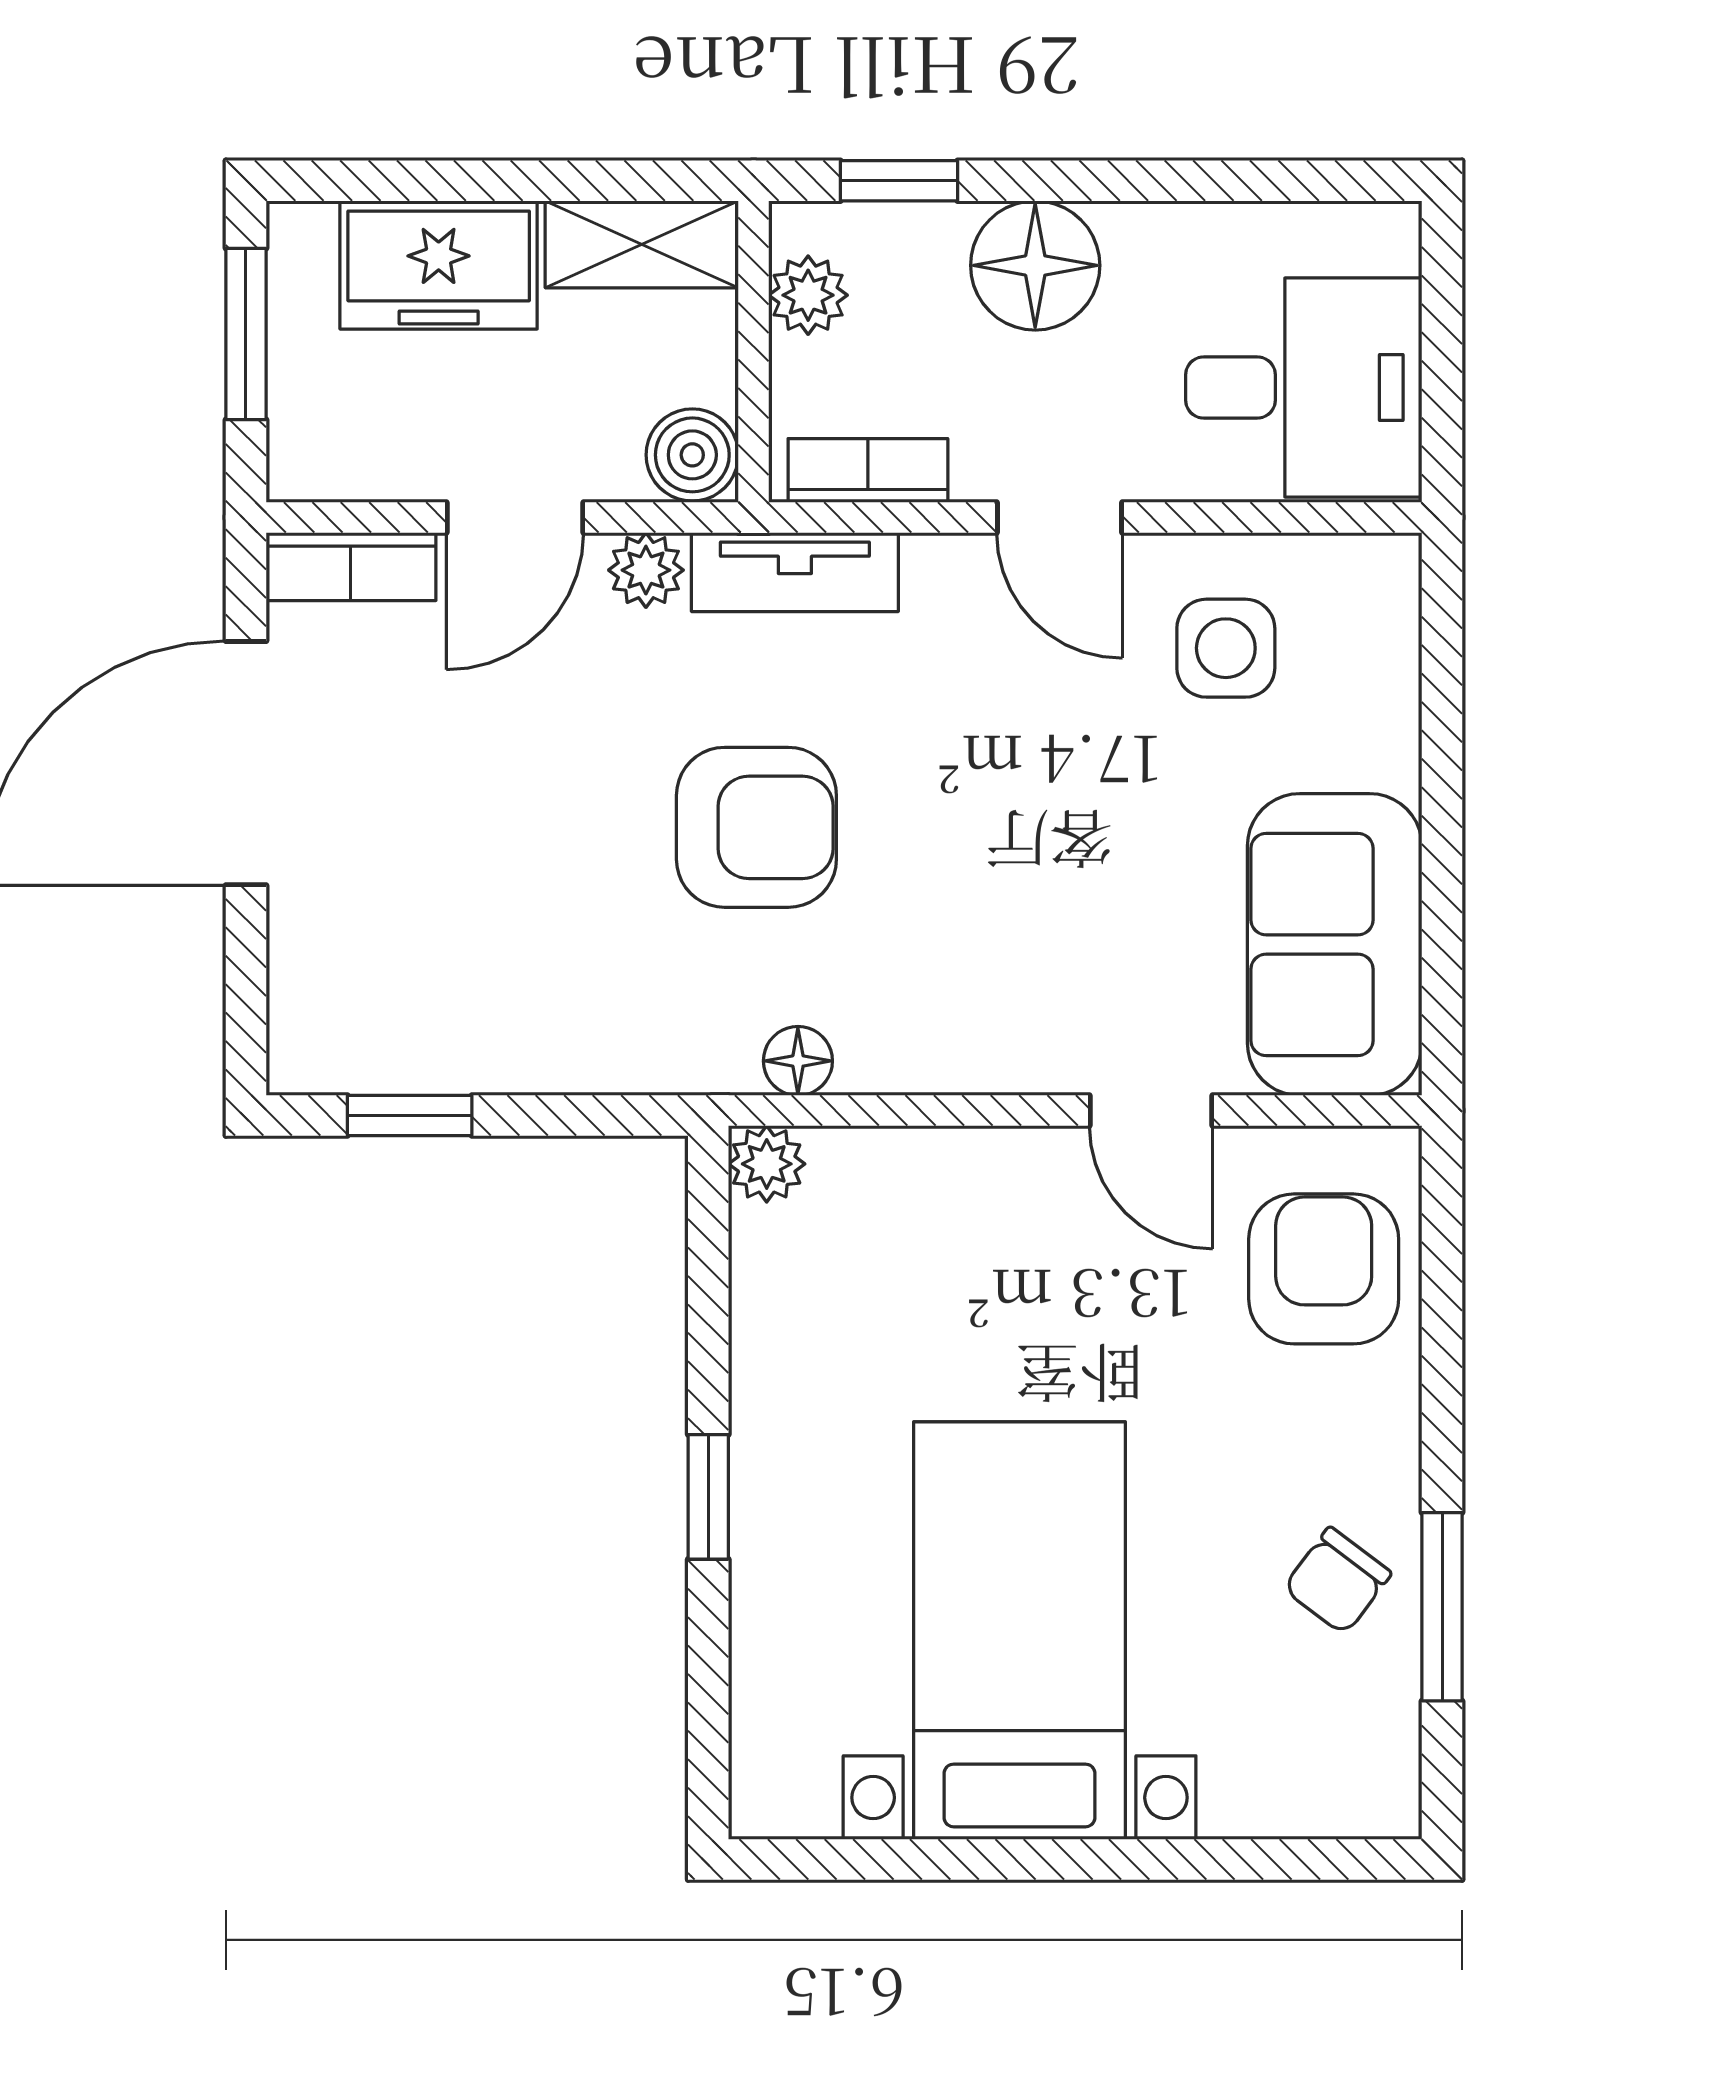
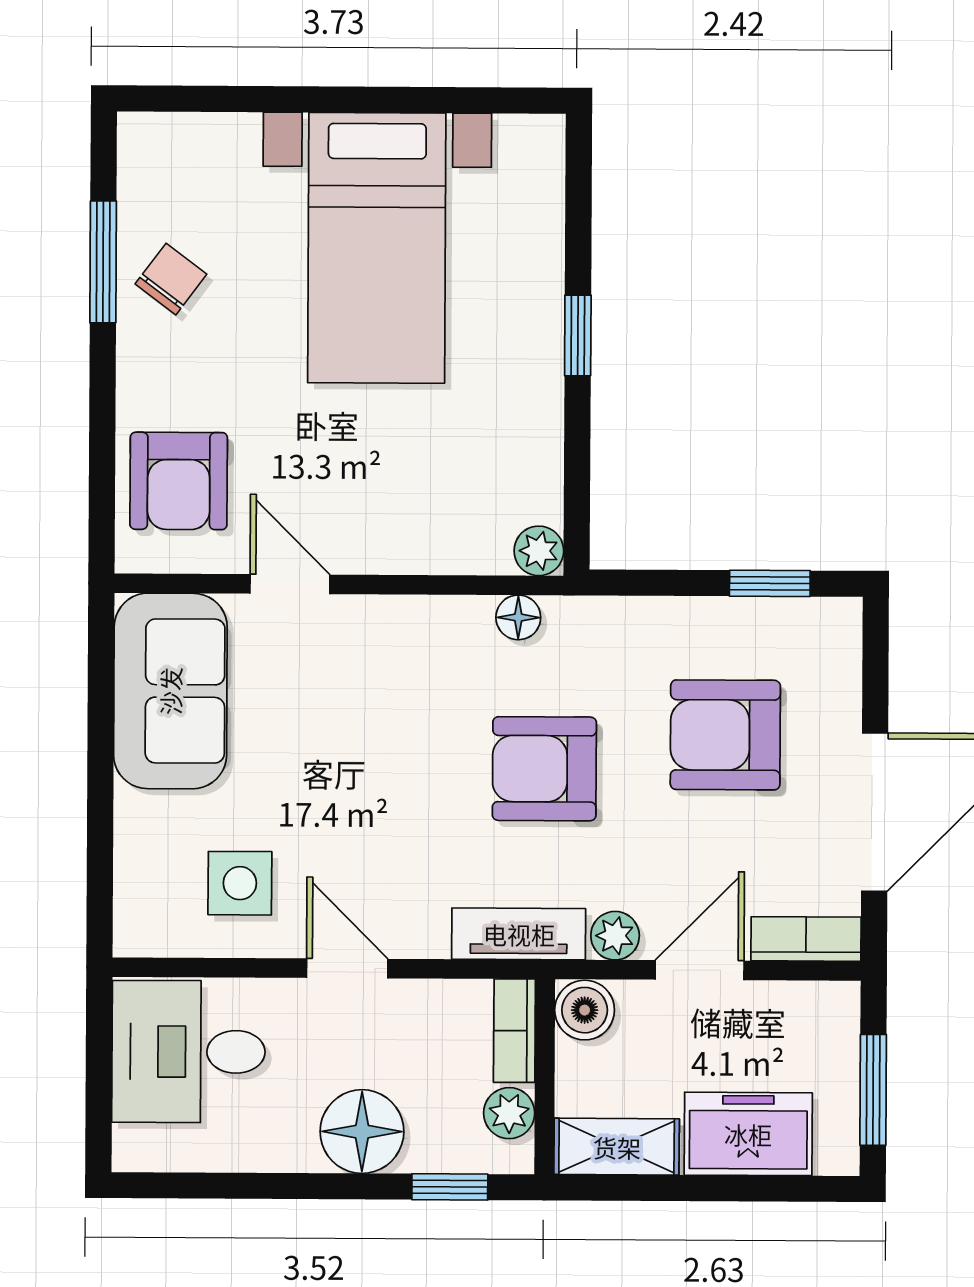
bookcase: (868, 470) -> (514, 1031), moved, turned 90
armchair: (477, 881) -> (725, 735), added

